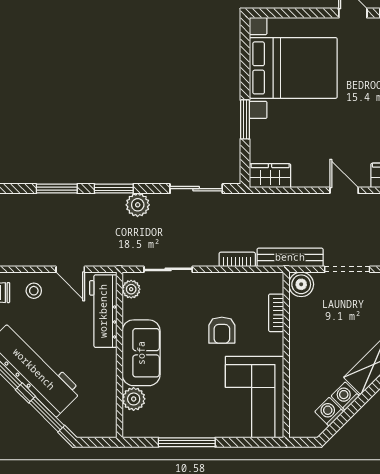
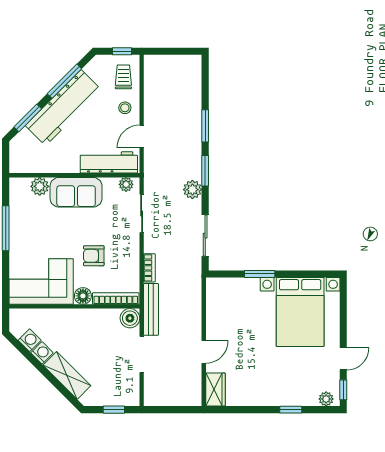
wardrobe: (270, 176) -> (215, 294), removed
bookcase: (276, 313) -> (116, 298), width x1.56
floor lamp: (273, 344) -> (83, 296), added

